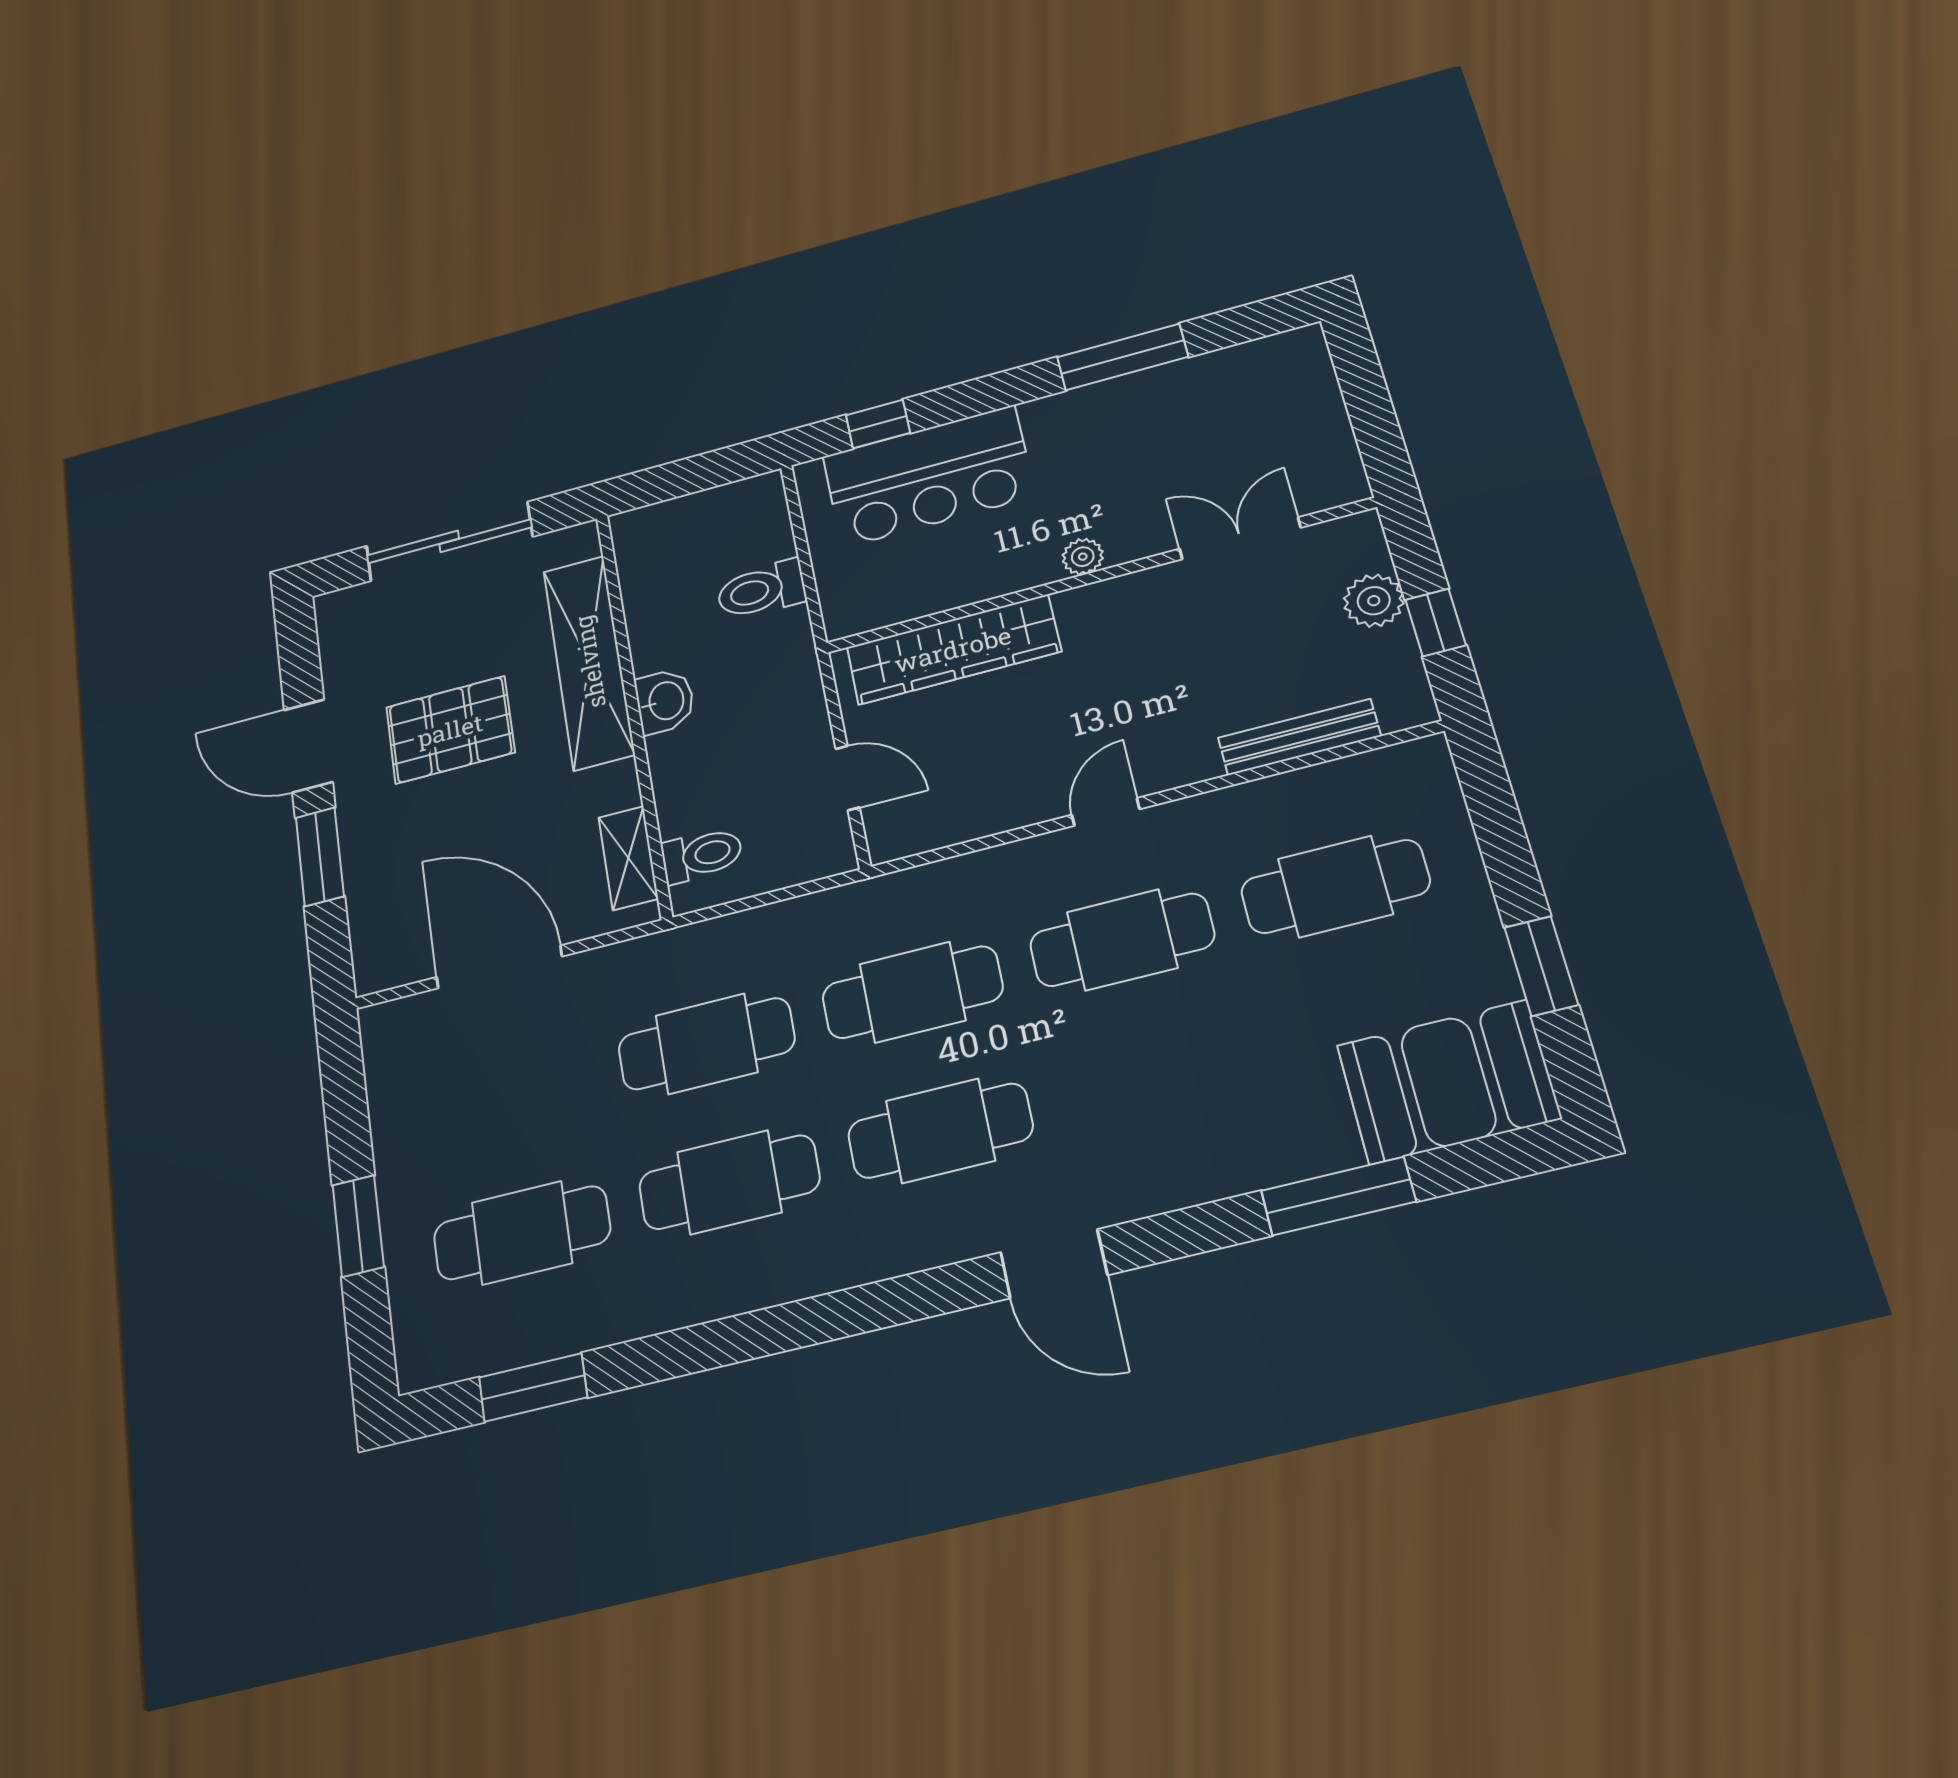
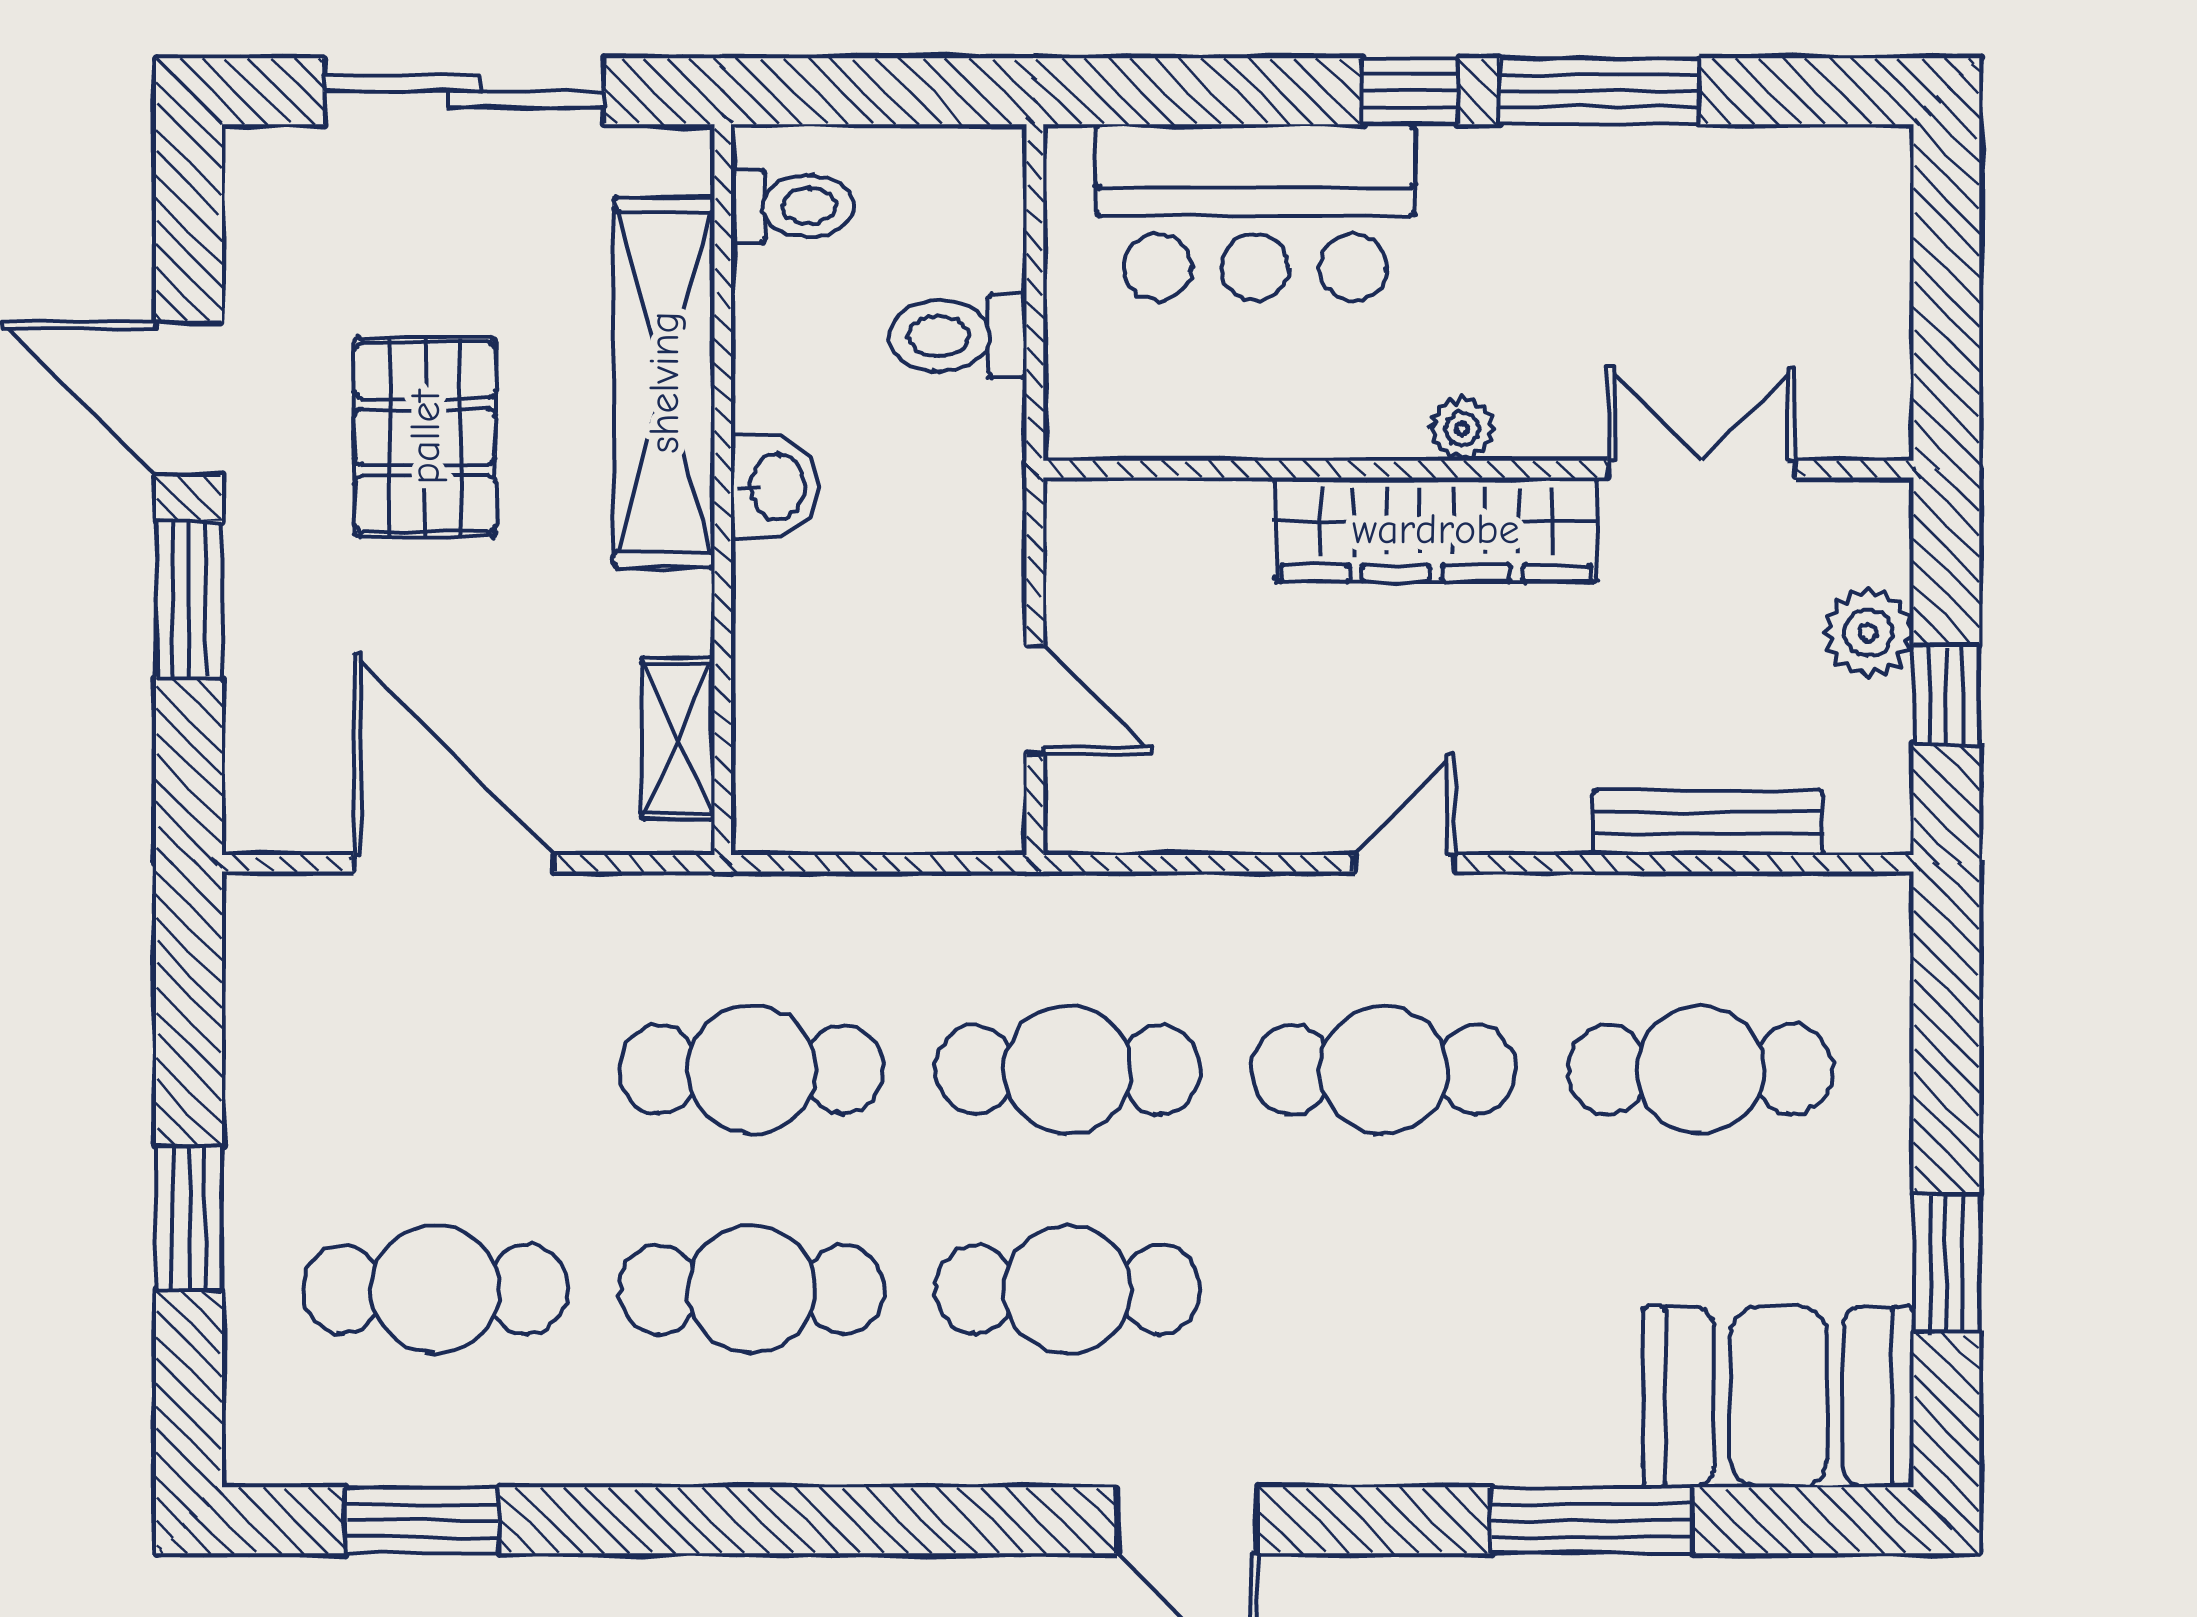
window: (878, 424) -> (1410, 91), moved
wardrobe: (953, 649) -> (1436, 529), moved
pallet: (450, 730) -> (425, 437), turned 90
toilet: (702, 855) -> (792, 206), moved

